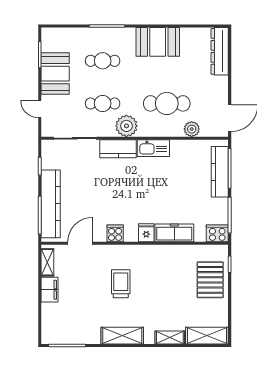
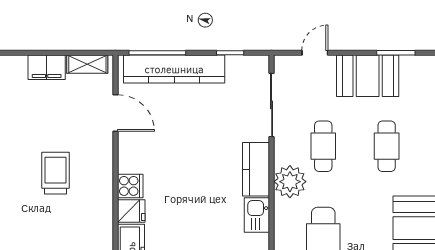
kitchen sink: (153, 148) -> (257, 215), width x0.73
cooker: (115, 233) -> (130, 186), moved
trolley: (121, 284) -> (56, 173), turned -90

